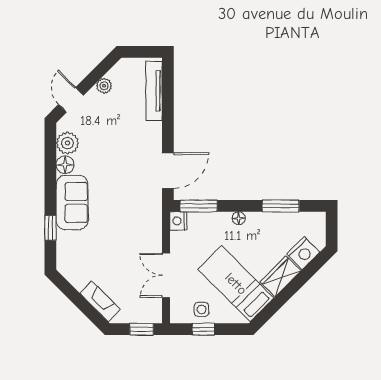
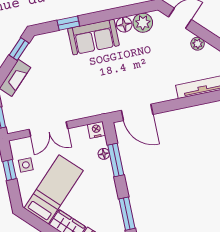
window: (199, 206) -> (116, 160), moved
floor lamp: (239, 218) -> (104, 154), moved
double door: (166, 275) -> (48, 129), swing flipped
window: (68, 290) -> (19, 49), added

